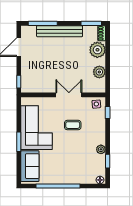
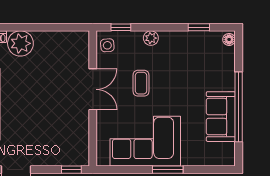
plant: (99, 72) -> (56, 41), removed
double door: (69, 95) -> (93, 89), swing flipped
plant: (101, 149) -> (151, 38), moved
sofa: (30, 166) -> (221, 117), moved, turned -90

